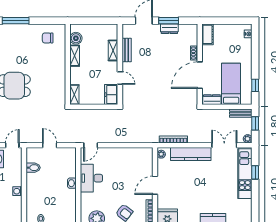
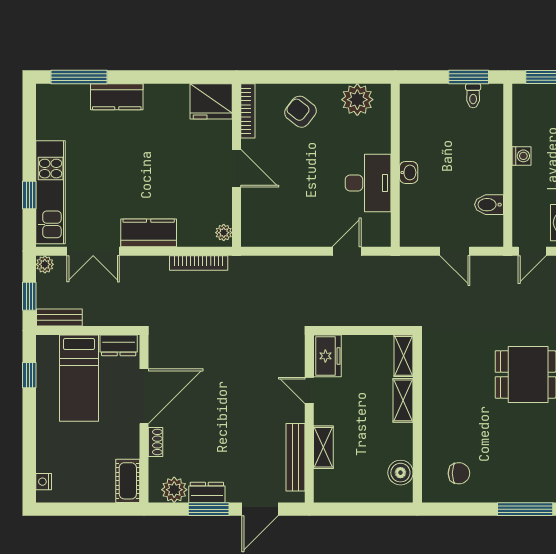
plant: (185, 30) -> (174, 490), added
bench: (127, 50) -> (295, 457), width x1.36
shelving: (75, 56) -> (403, 400), moved
door: (91, 145) -> (347, 251), moved
kitchen counter: (191, 154) -> (149, 233), width x0.67
door: (155, 185) -> (237, 168), hinge flipped

